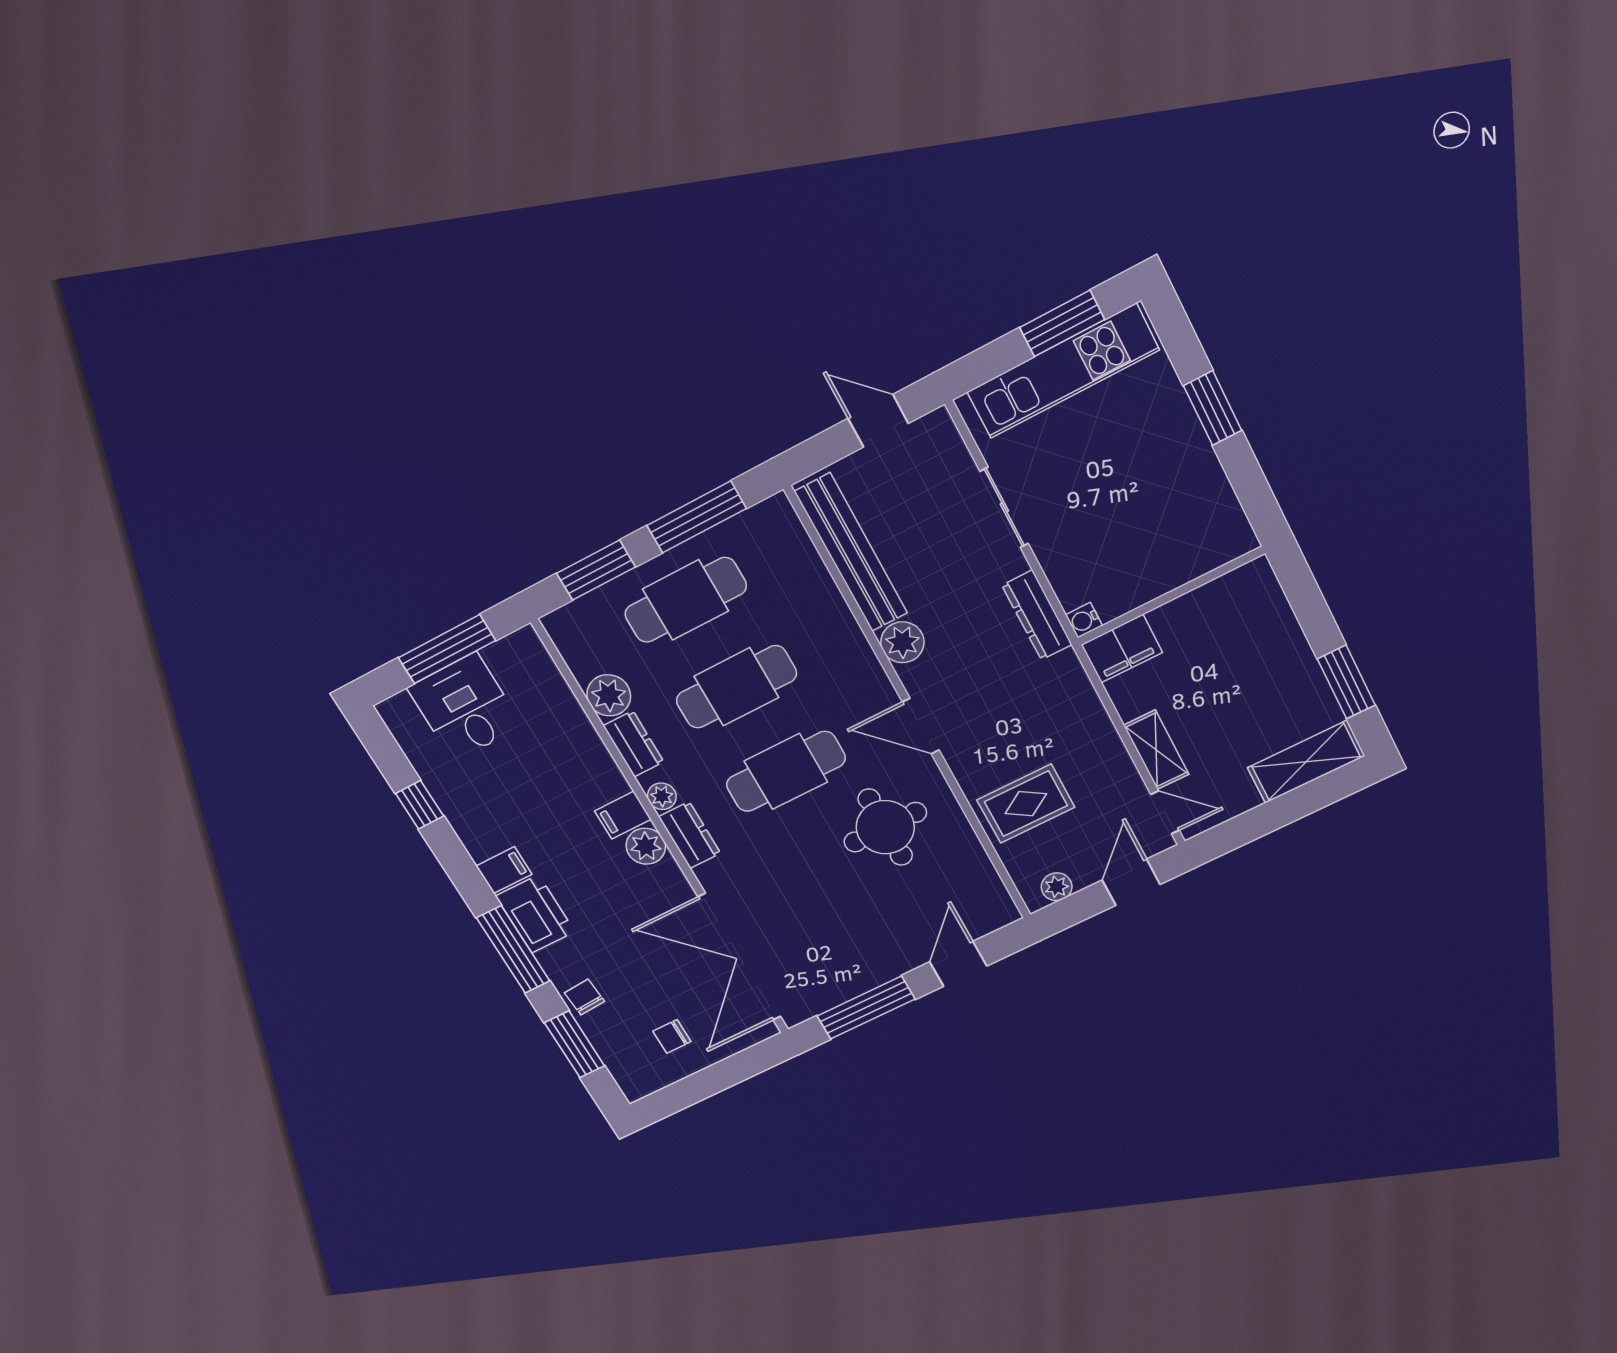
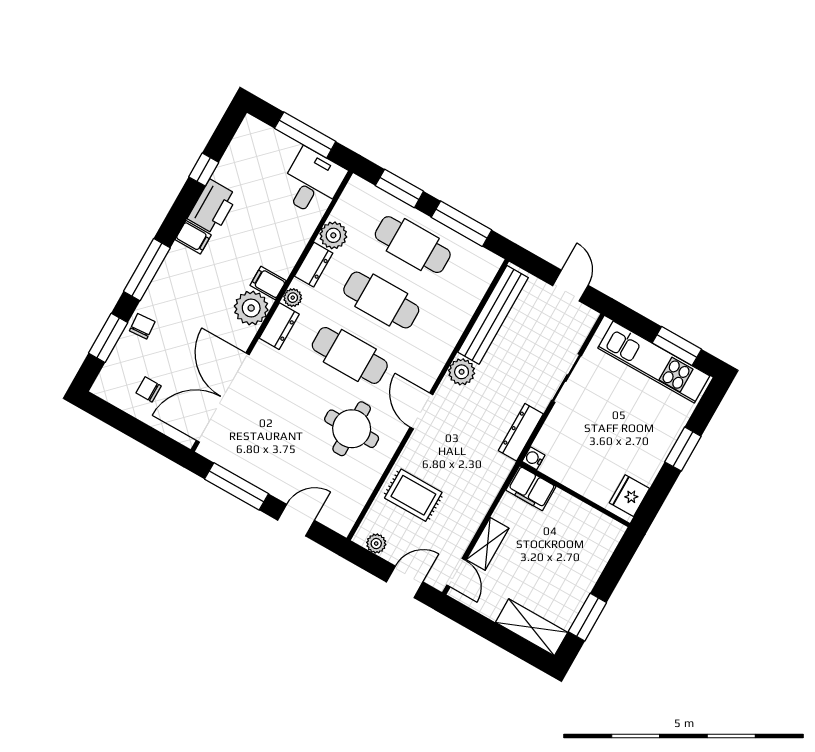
fridge: (1225, 524) -> (629, 496), added
desk: (465, 707) -> (312, 182), moved
plant: (646, 846) -> (251, 308), width x1.36, depth x1.36
printer: (535, 914) -> (213, 207), moved

